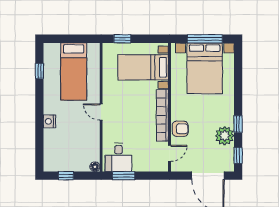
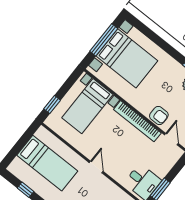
door: (101, 112) -> (96, 167), swing flipped
armchair: (180, 129) -> (159, 115), turned 90

